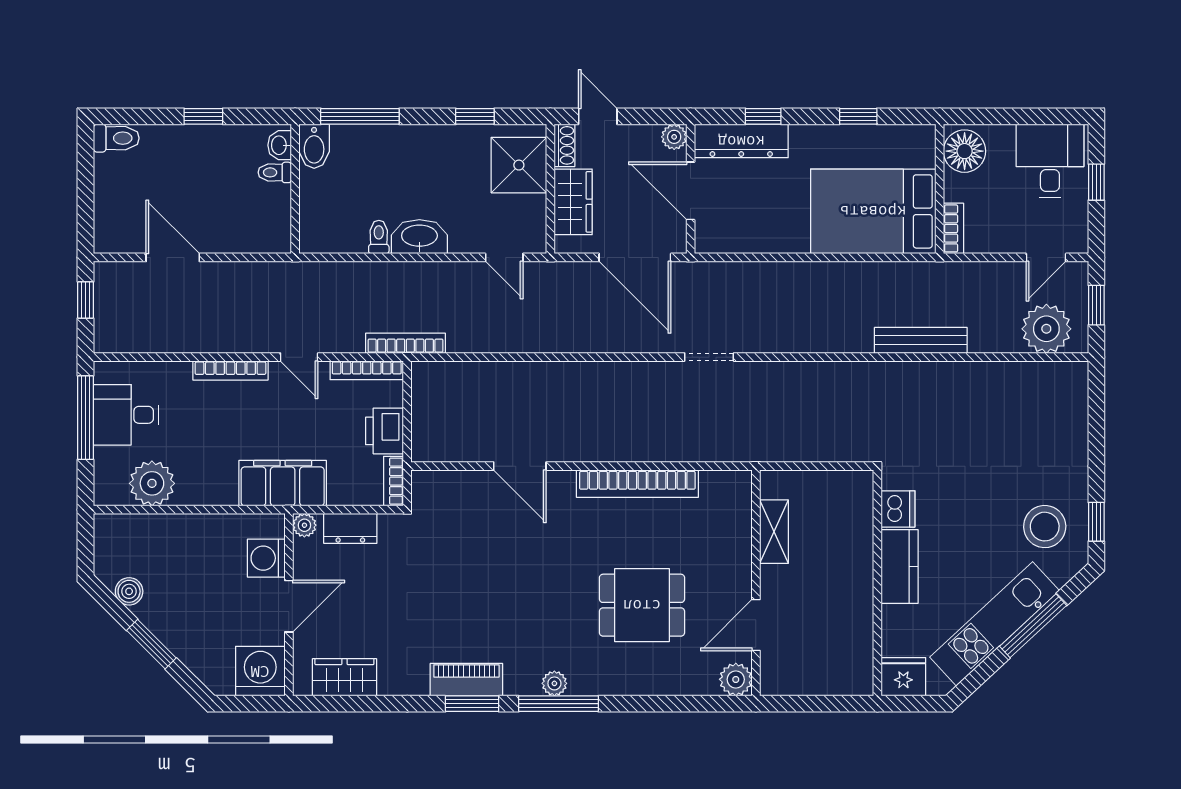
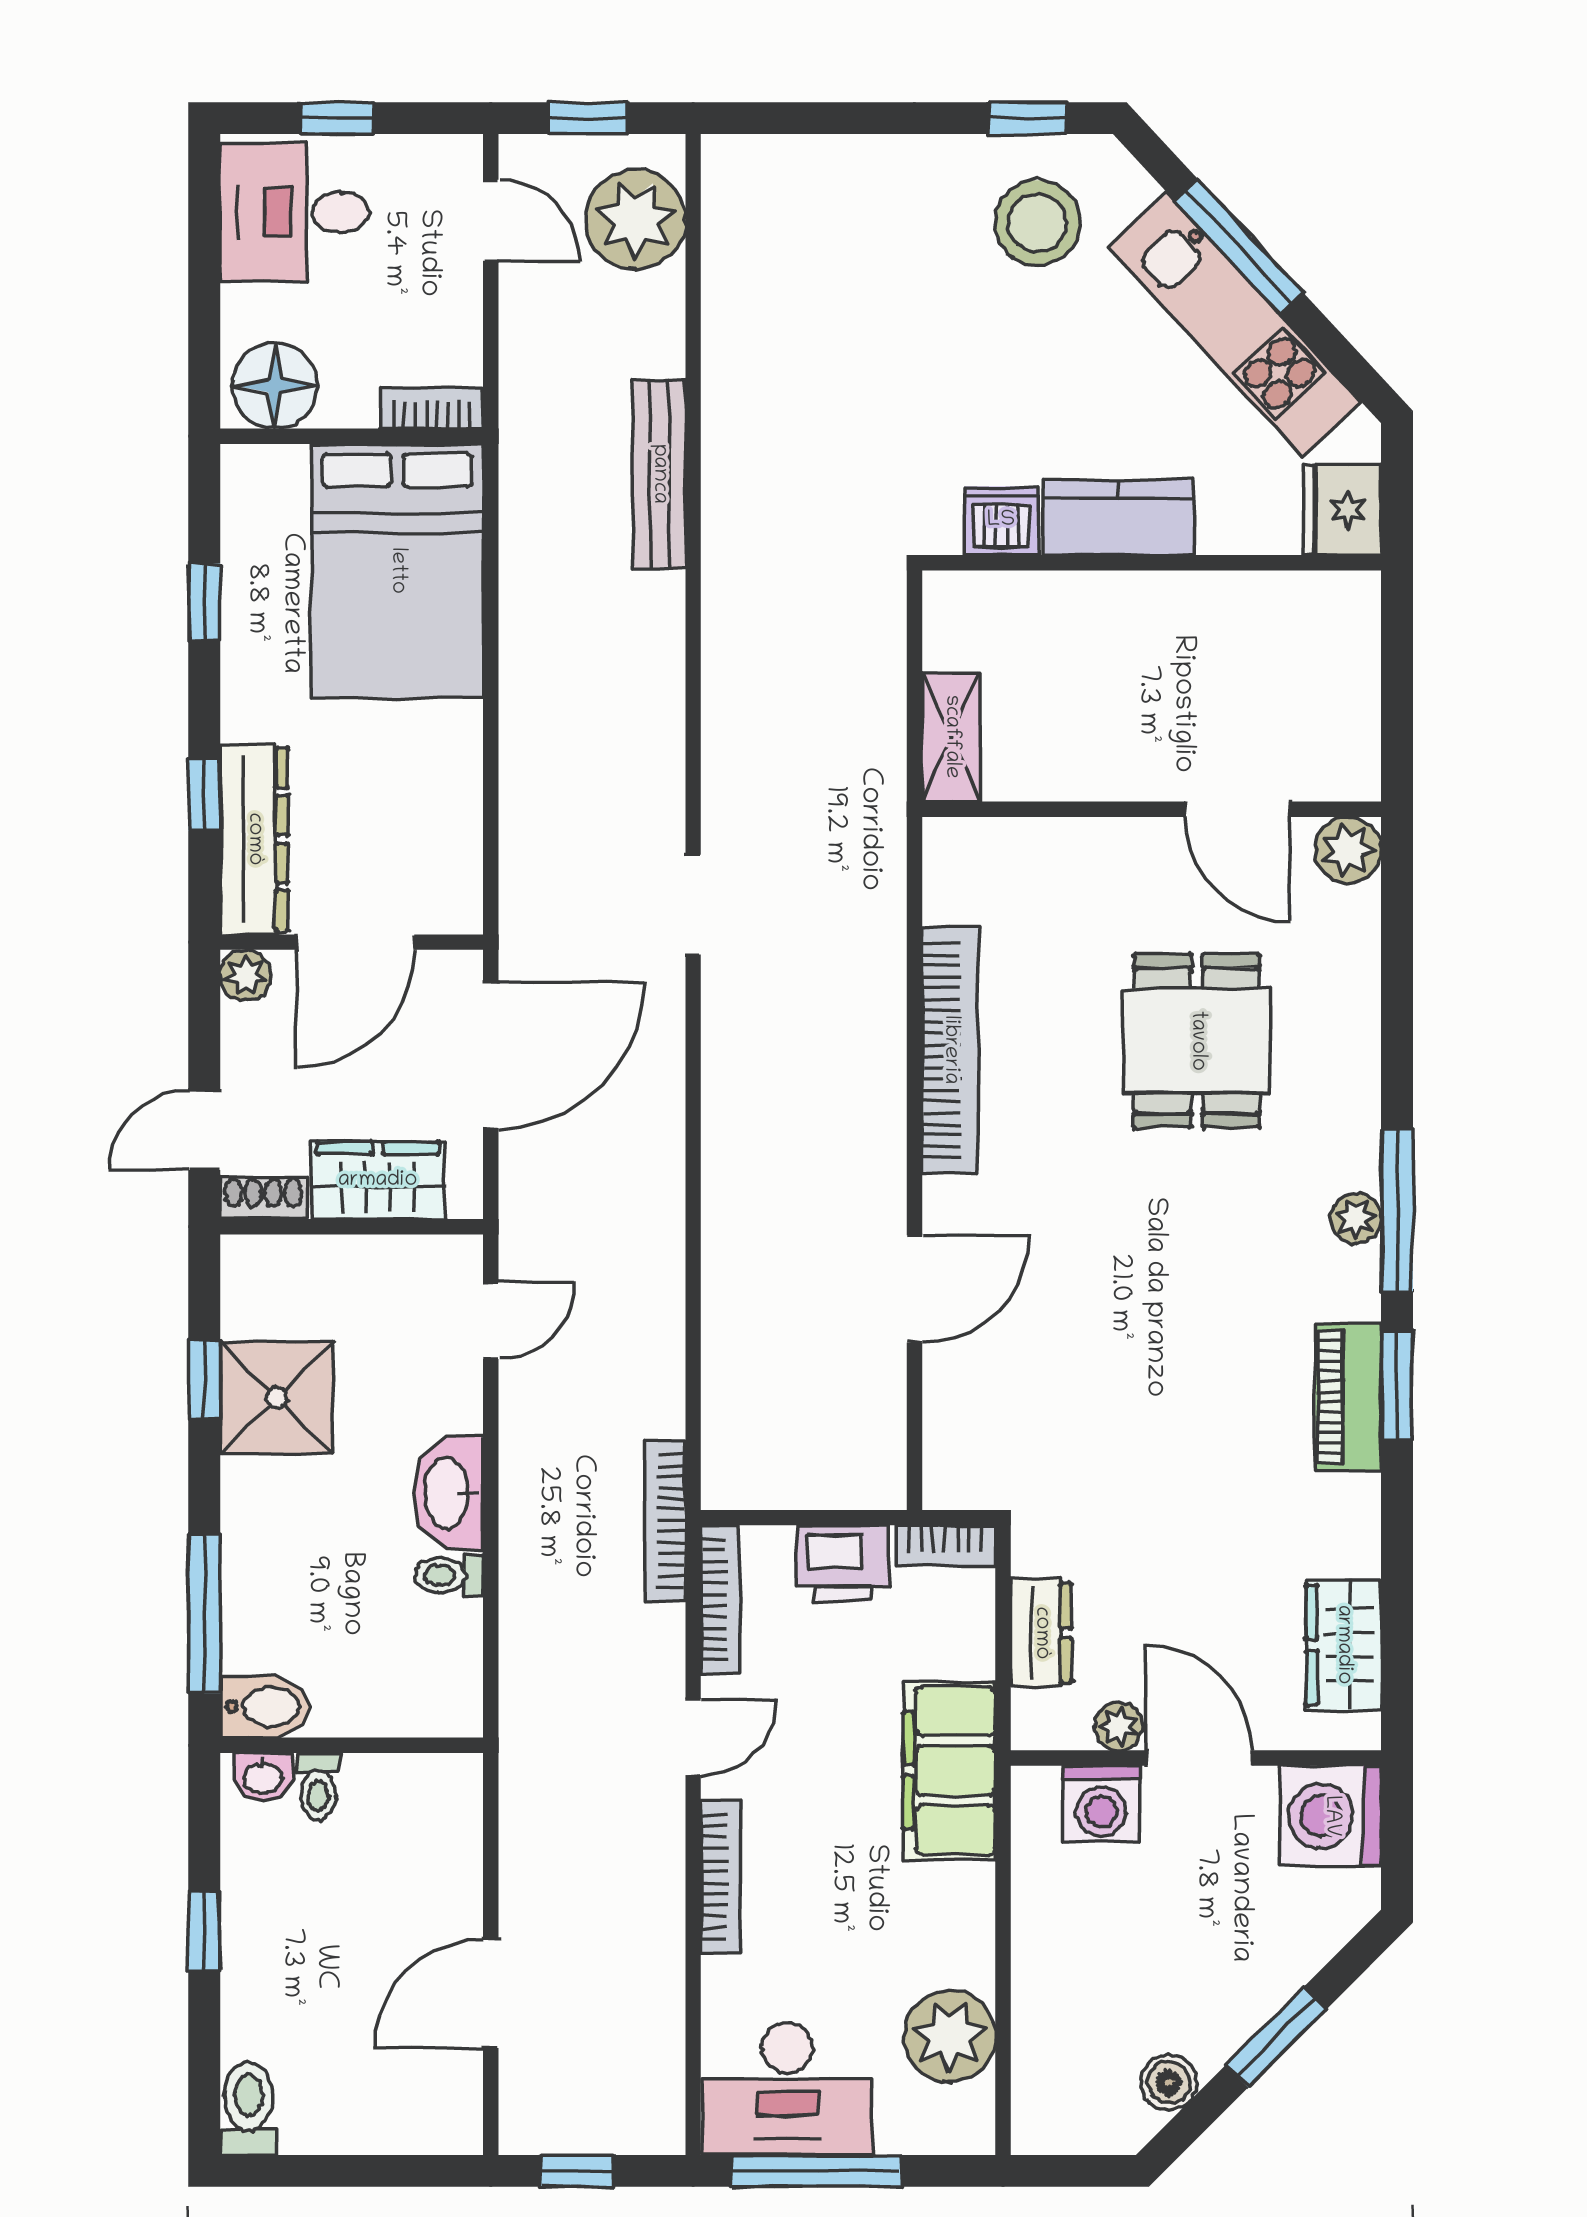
shower: (519, 165) -> (276, 1398), moved
desk: (126, 415) -> (787, 2089), width x1.37
plant: (304, 525) -> (1118, 1726), moved
shelving: (774, 532) -> (951, 737), moved, turned 90

